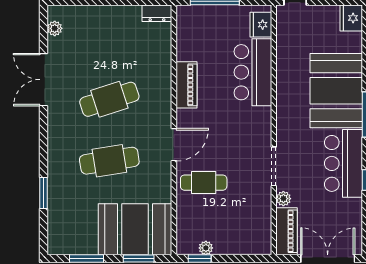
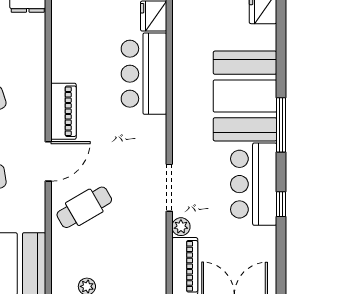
piano: (186, 85) -> (63, 111), moved
cafe table: (204, 183) -> (84, 207), turned -30

